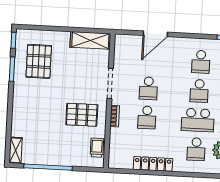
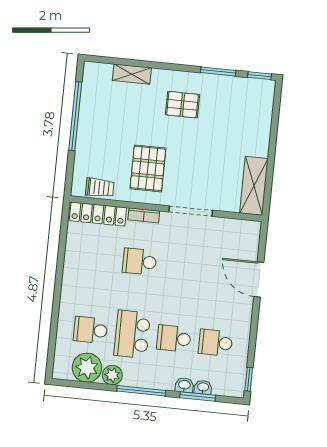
pallet: (39, 61) -> (182, 105), moved, width x0.67, depth x0.71
school desk: (148, 88) -> (181, 266), removed
shelving: (16, 150) -> (132, 74), moved
locker: (153, 164) -> (98, 214), moved, turned 90

